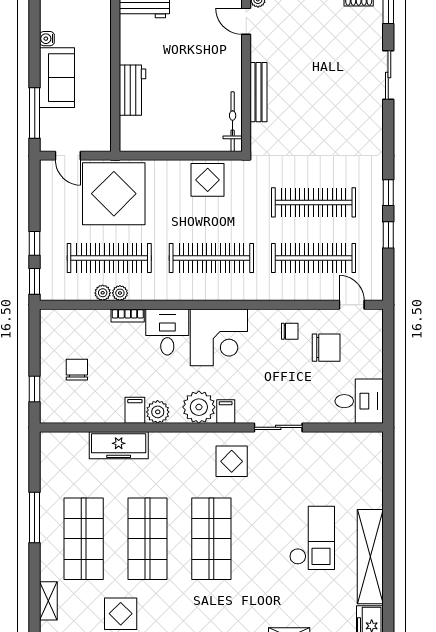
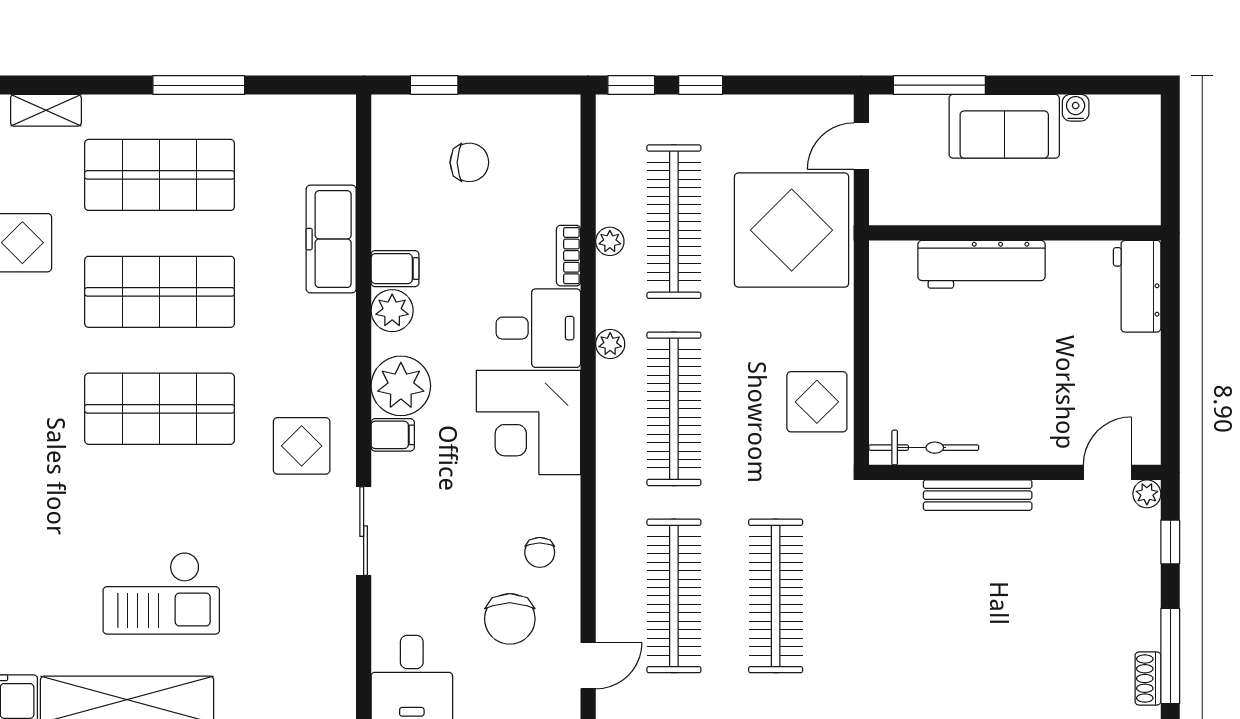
workbench: (132, 90) -> (981, 264), width x1.38
plant: (103, 293) -> (610, 344), moved

